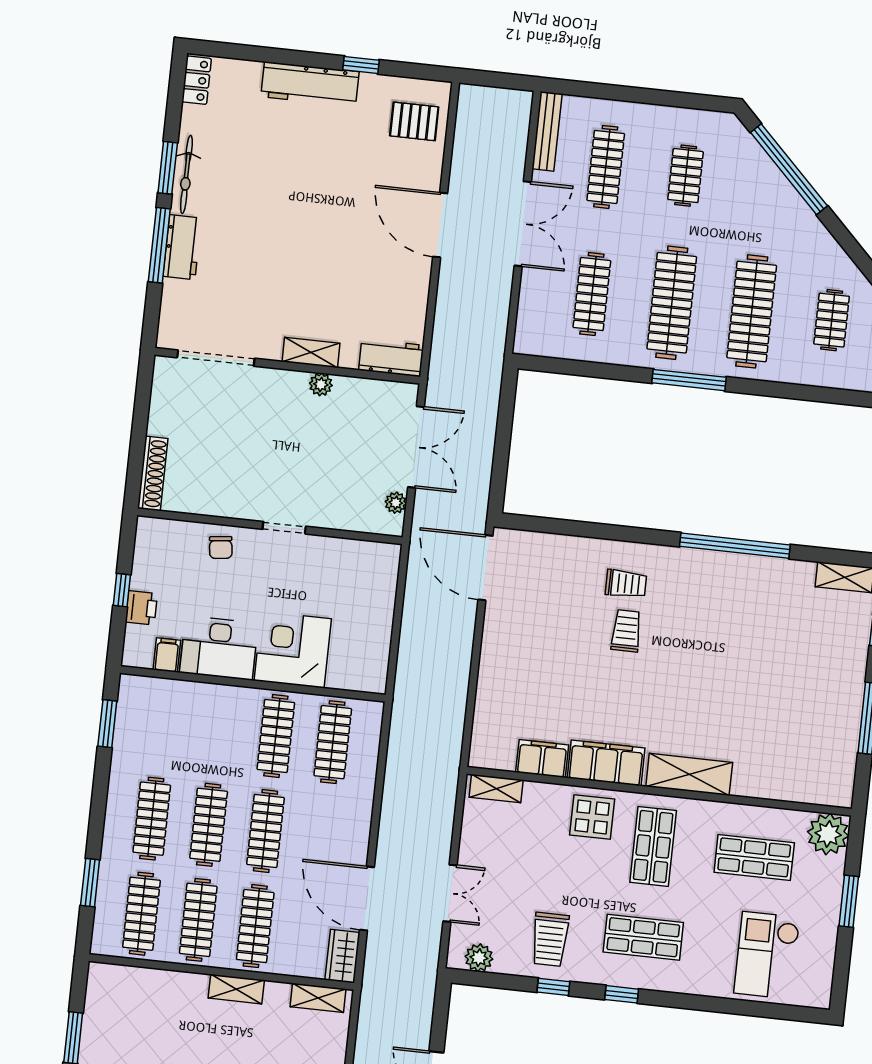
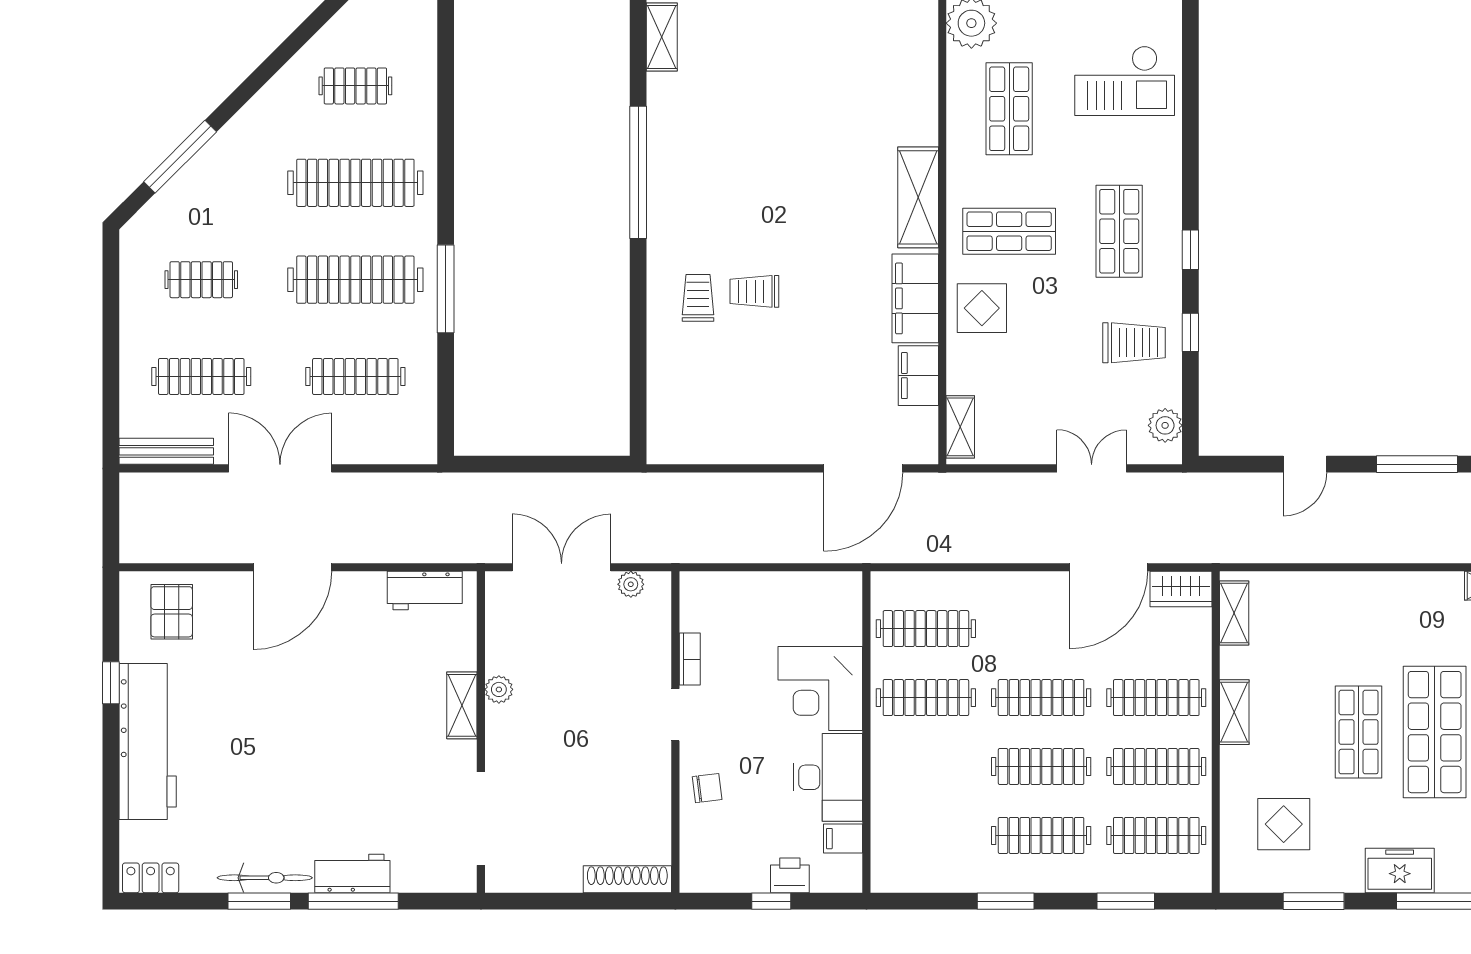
workbench: (310, 84) -> (148, 742), width x1.36, depth x1.32
window: (789, 169) -> (180, 157), width x0.68
workbench: (391, 358) -> (425, 591), moved, turned -90
window: (689, 380) -> (446, 289), moved
bookcase: (329, 545) -> (690, 659), added
door: (485, 568) -> (863, 468), moved
window: (107, 724) -> (1006, 901), moved
display table: (139, 1020) -> (1284, 824), added

